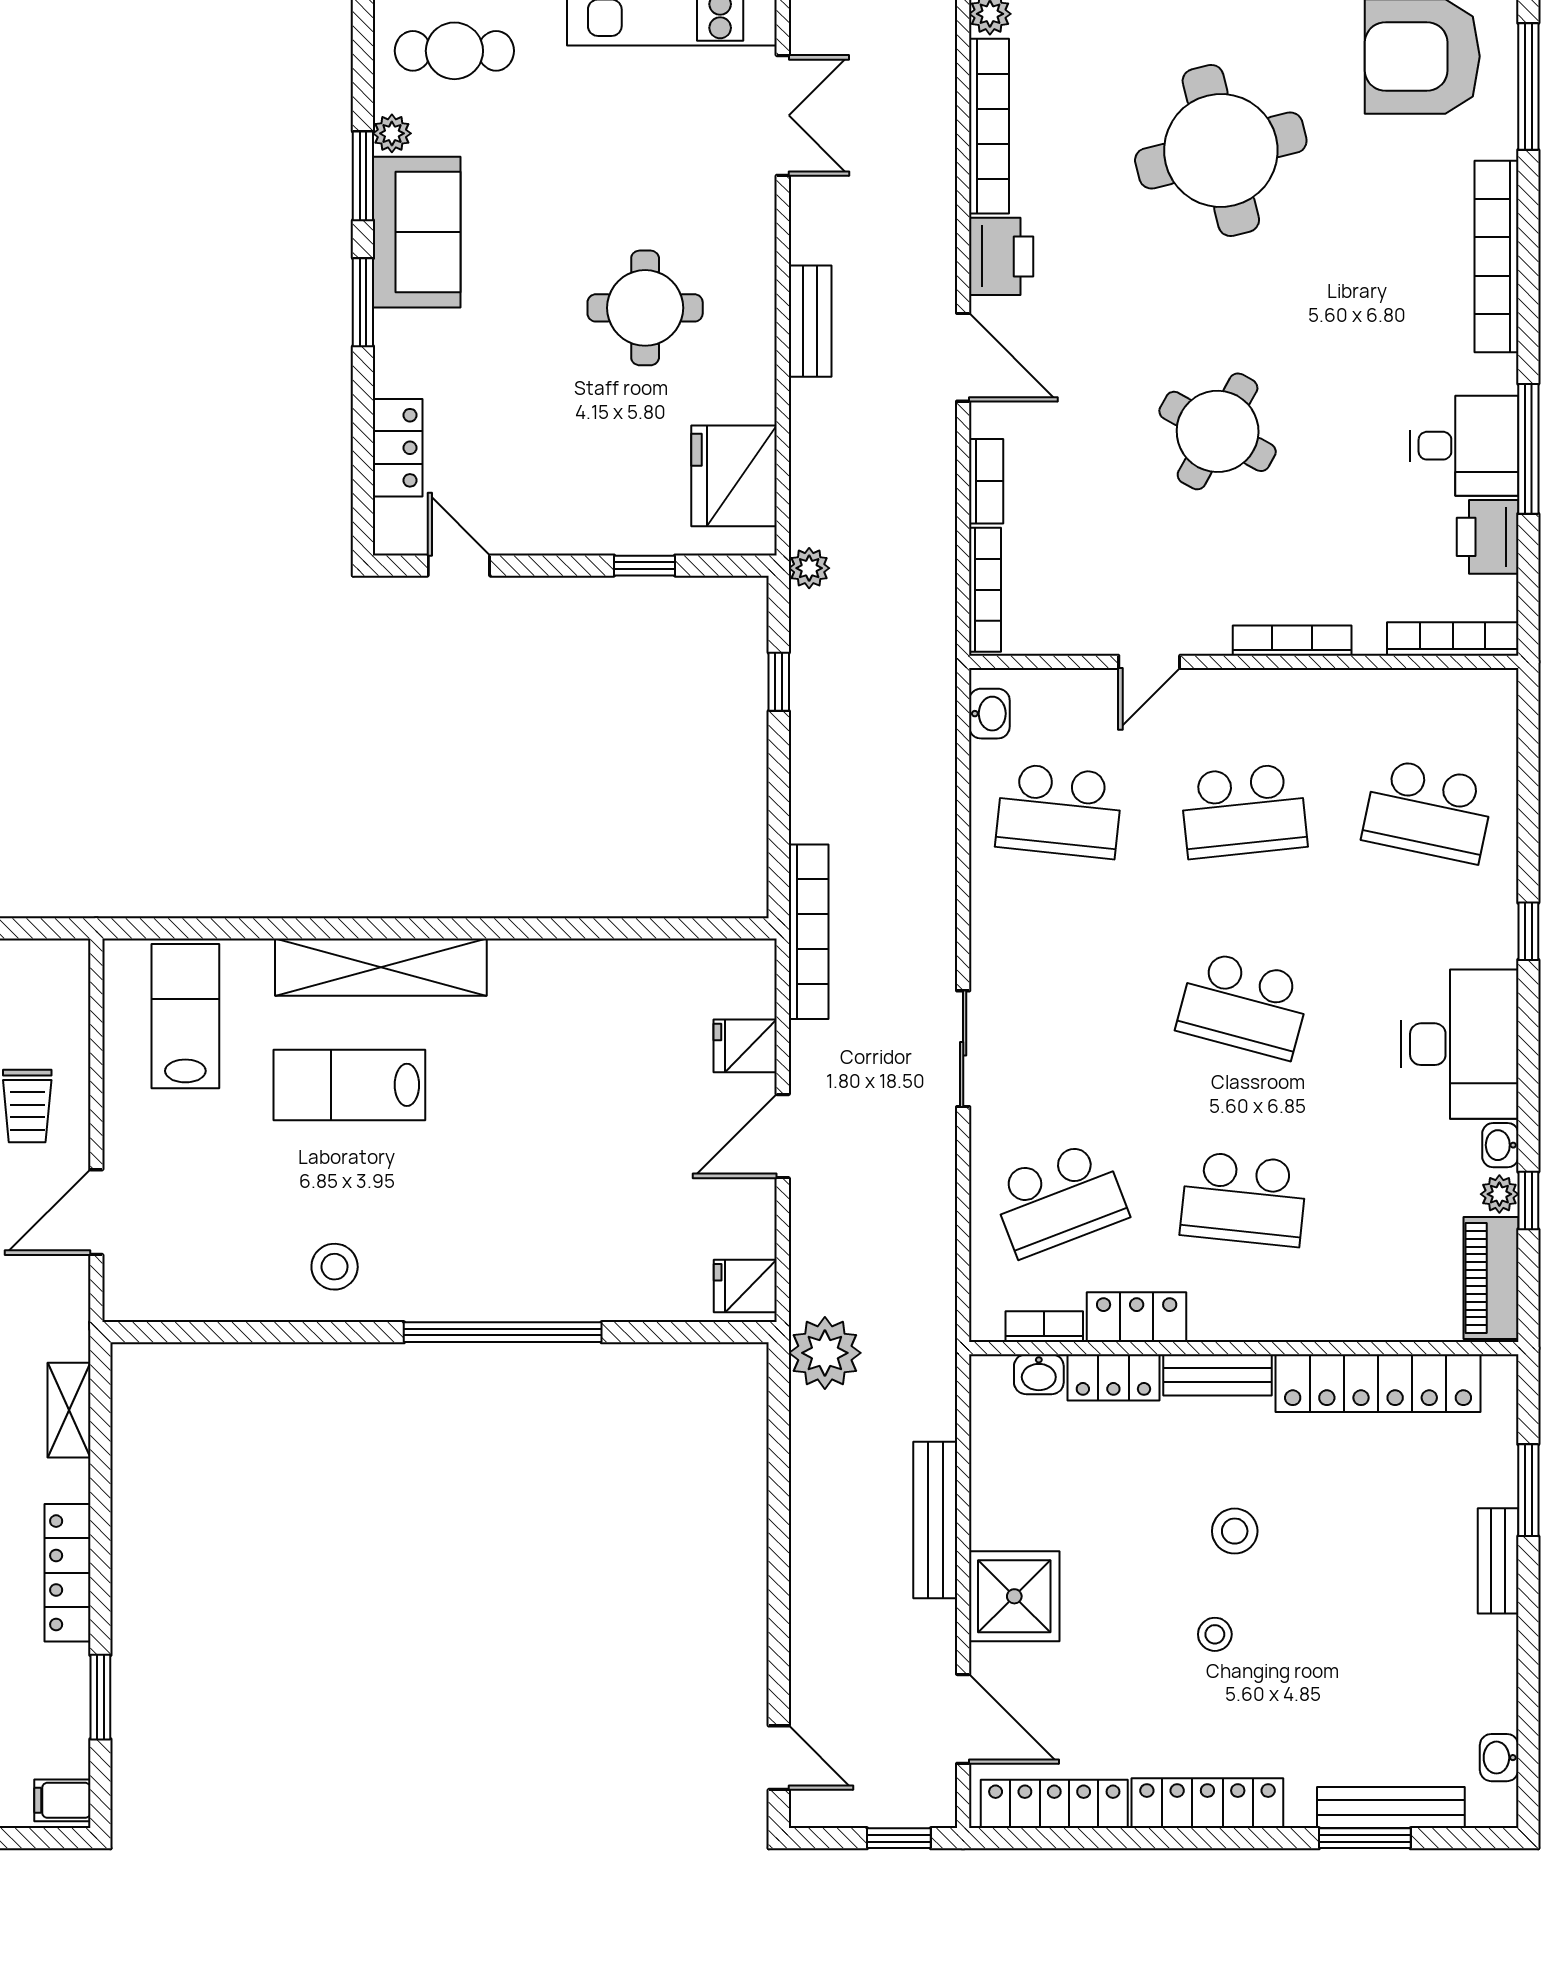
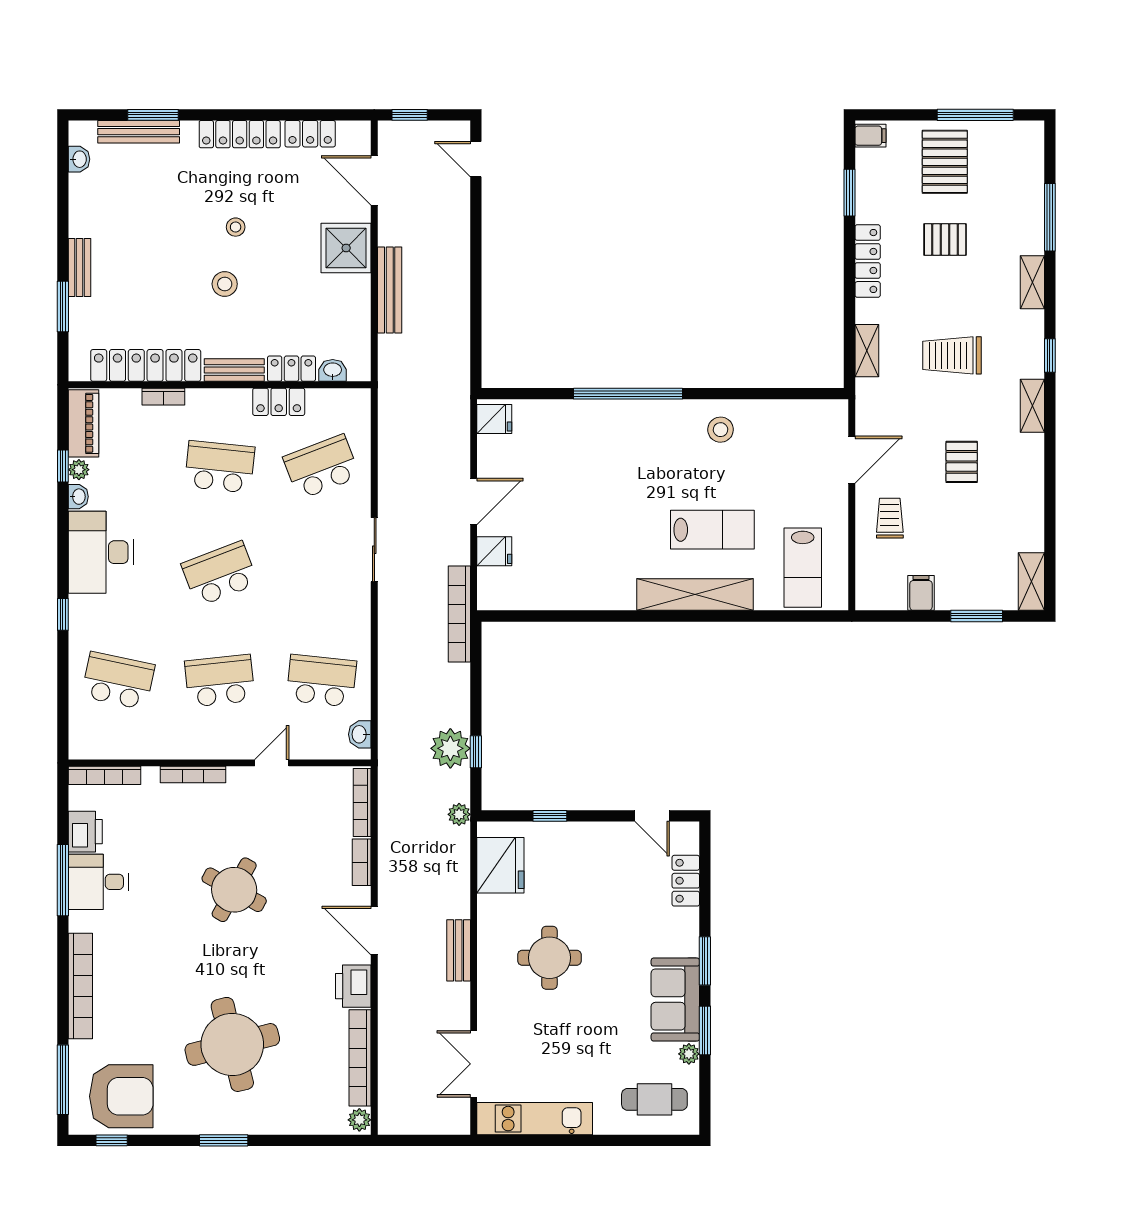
school desk: (1244, 1005) -> (220, 574), turned -36
bookcase: (1044, 1327) -> (163, 397), moved
plant: (825, 1353) -> (450, 748), moved
locker: (1054, 1804) -> (310, 134), width x0.66

